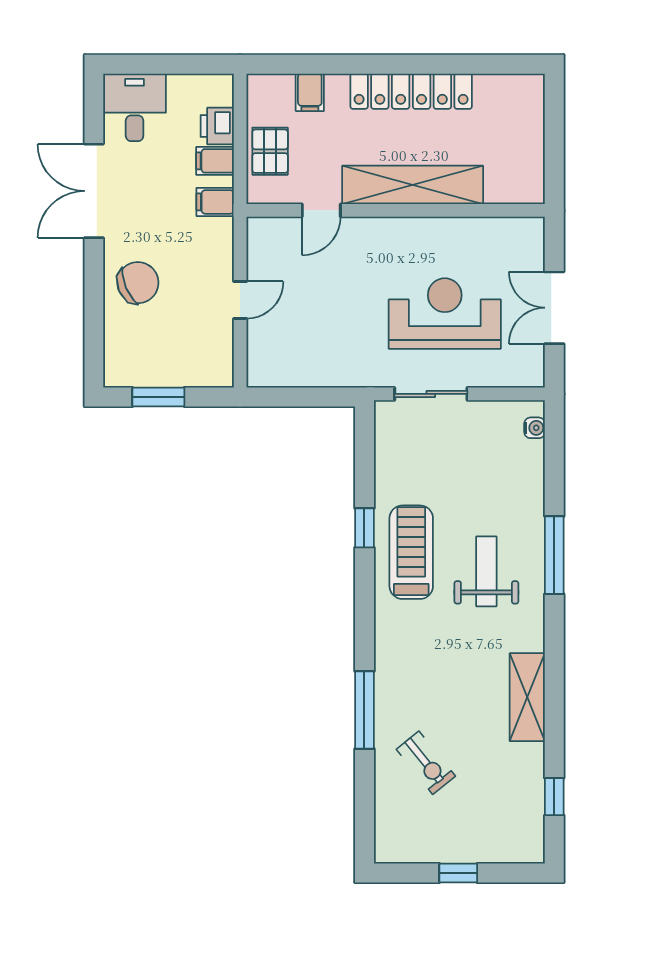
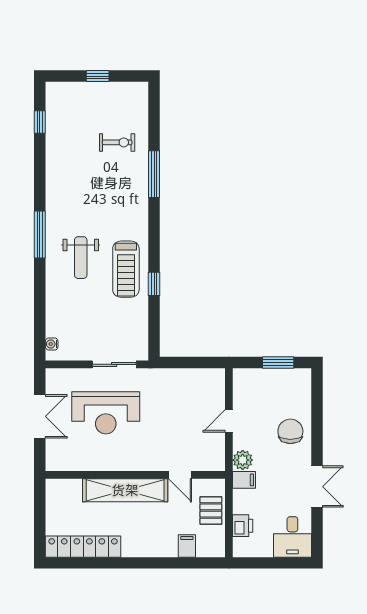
locker: (411, 91) -> (83, 547), moved
filing cabinet: (215, 161) -> (244, 505), removed
double door: (94, 191) -> (317, 487), width x0.73
door: (321, 210) -> (180, 475), swing flipped
plant: (217, 235) -> (243, 460), added
chair: (138, 283) -> (290, 431), turned 113
window: (554, 555) -> (40, 234), moved
shelving: (527, 697) -> (56, 182), removed
exercise bike: (426, 763) -> (117, 142), turned 129

